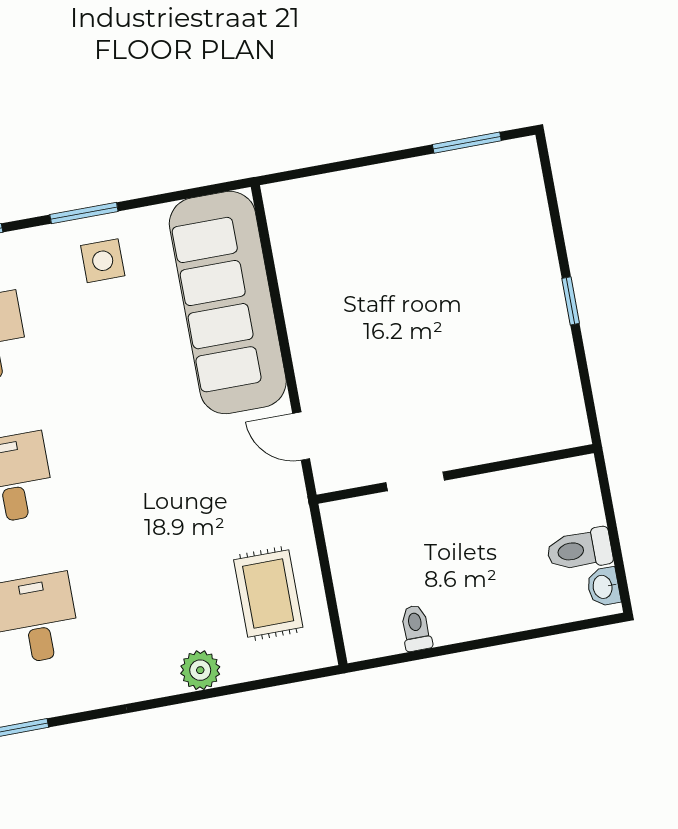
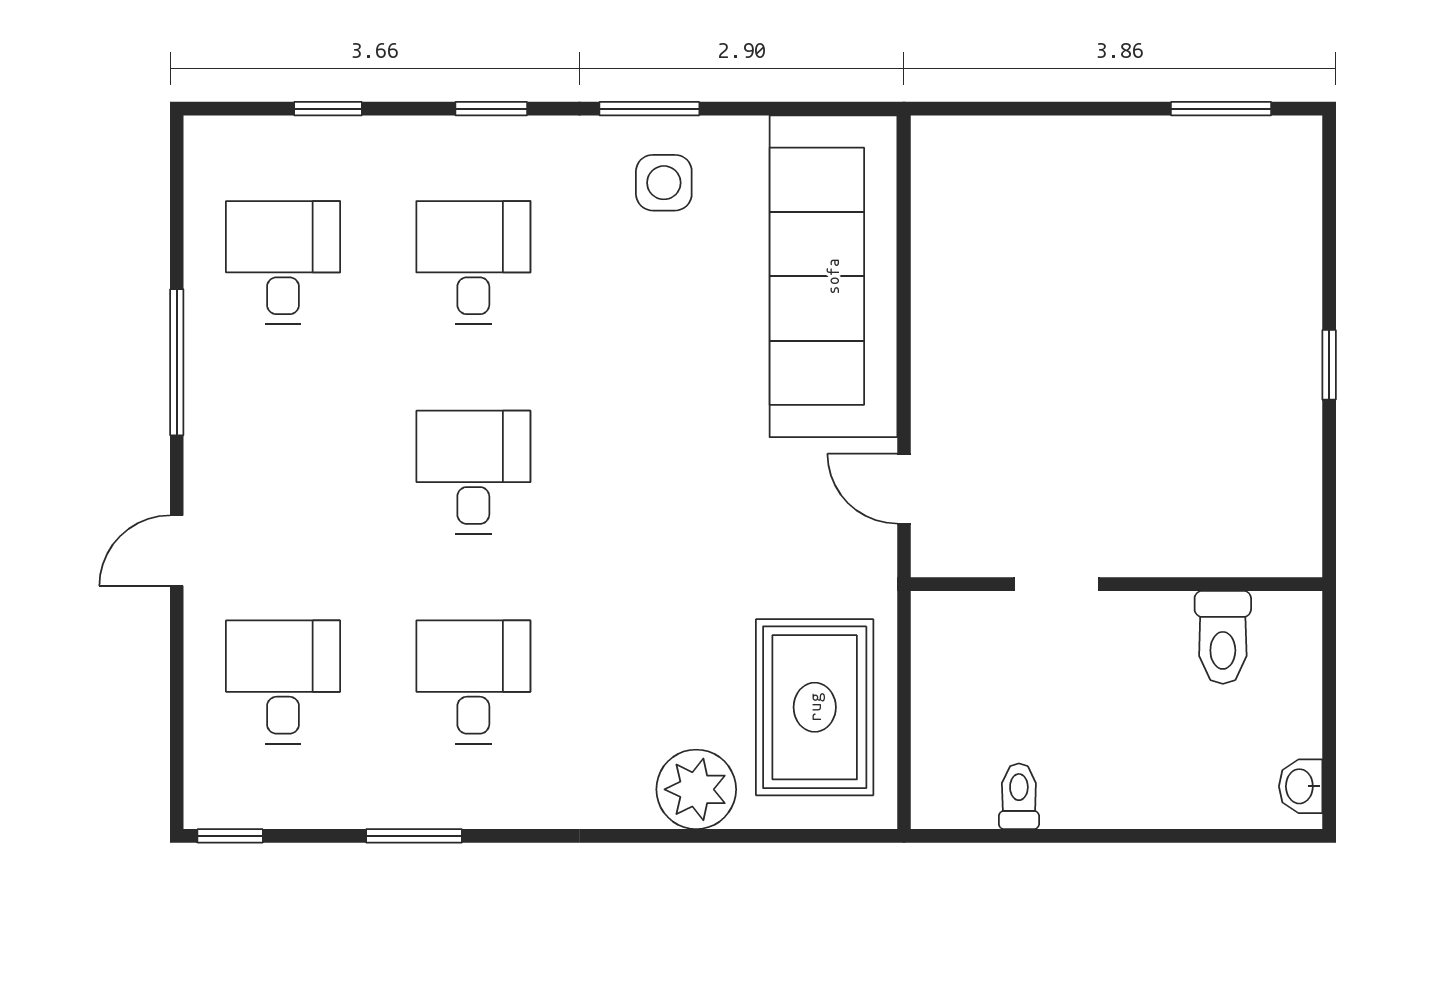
toilet: (579, 550) -> (1223, 637), moved, turned -90
rug: (268, 593) -> (815, 707), width x1.36, depth x1.43
plant: (200, 670) -> (696, 789), width x1.36, depth x1.36

